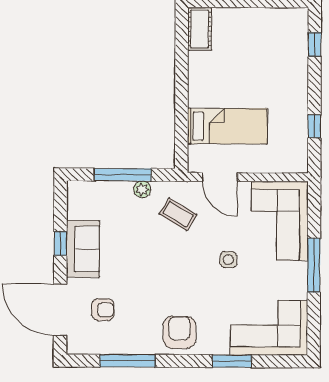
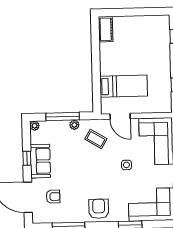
plant: (75, 189) -> (35, 126), added

